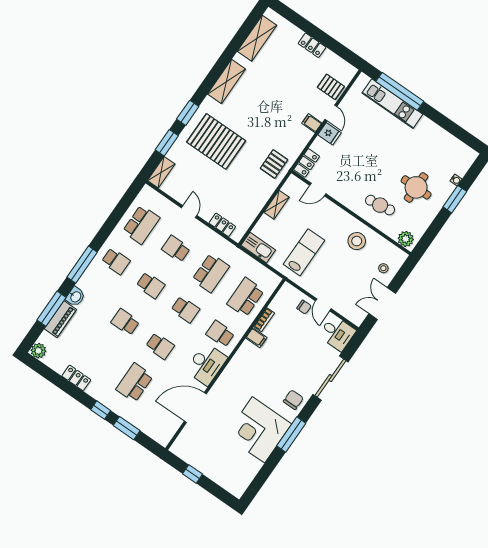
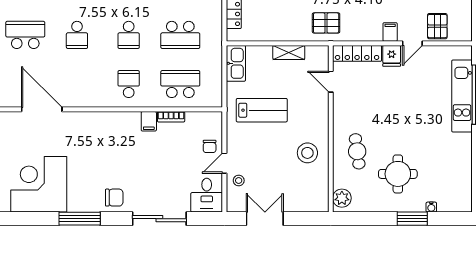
locker: (307, 163) -> (357, 53), width x1.53
stool: (383, 268) -> (239, 181), moved
desk: (206, 364) -> (91, 91), removed
corner desk: (258, 430) -> (39, 184), moved

